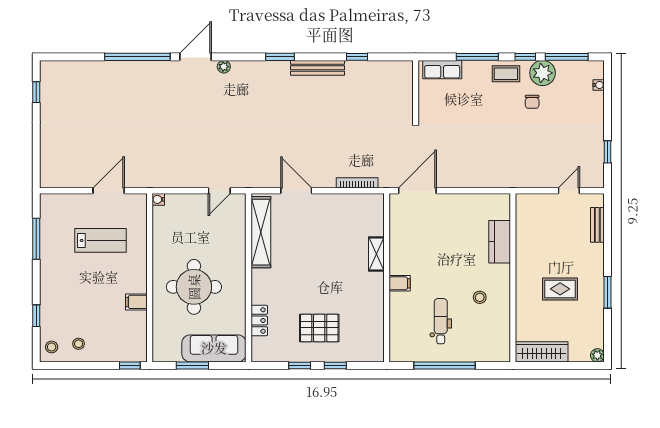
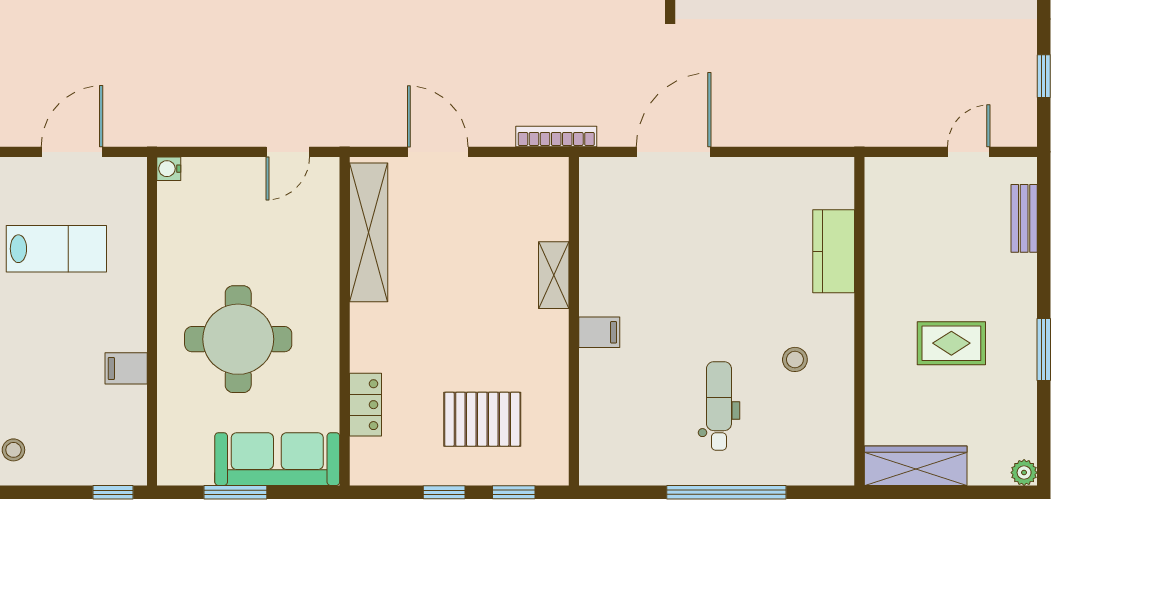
shelving: (376, 254) -> (554, 275), moved
wall: (387, 278) -> (574, 321), moved
filing cabinet: (400, 283) -> (599, 332), moved

